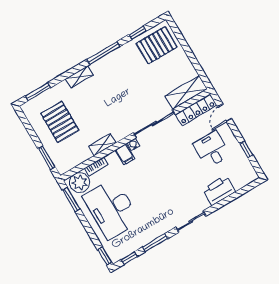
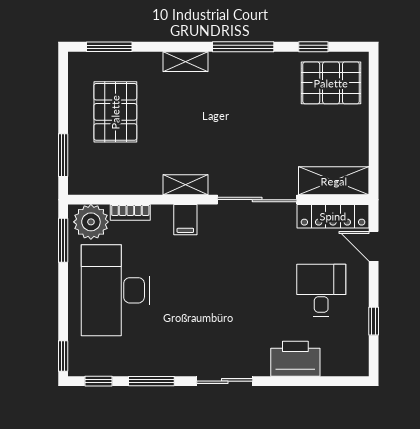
door: (225, 113) -> (374, 246), hinge flipped
water cooler: (133, 144) -> (207, 213), removed
shelving: (102, 145) -> (185, 185), moved

